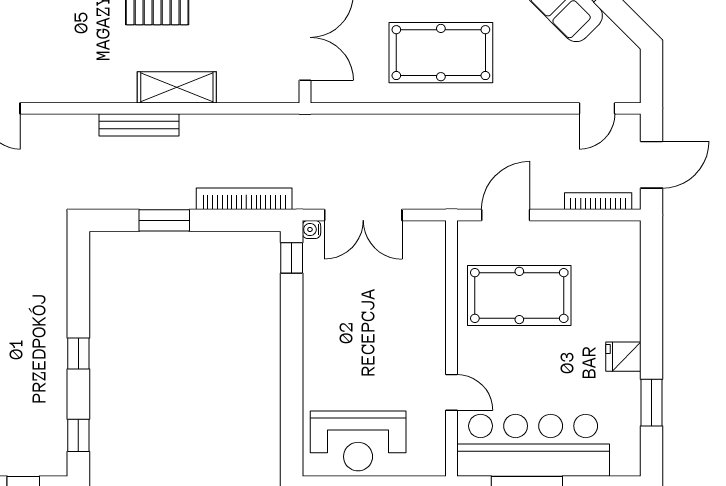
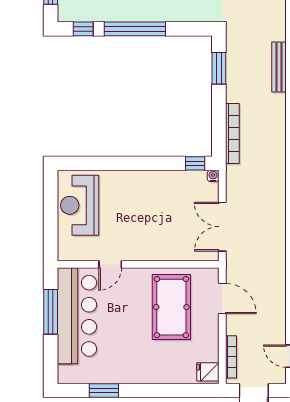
double door: (363, 215) -> (222, 227), moved
window: (164, 220) -> (219, 68), moved
window: (78, 353) -> (135, 29), width x3.17
fridge: (623, 357) -> (208, 372), moved, turned -90

